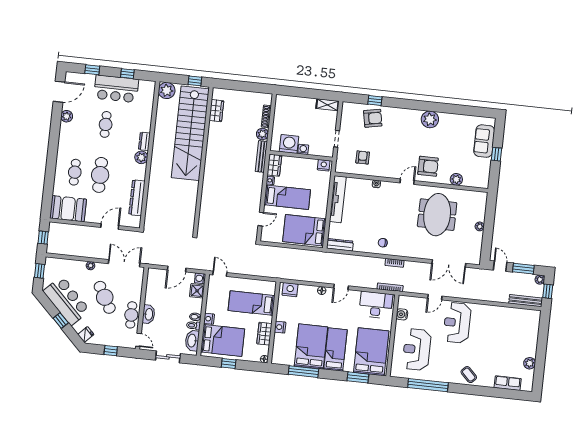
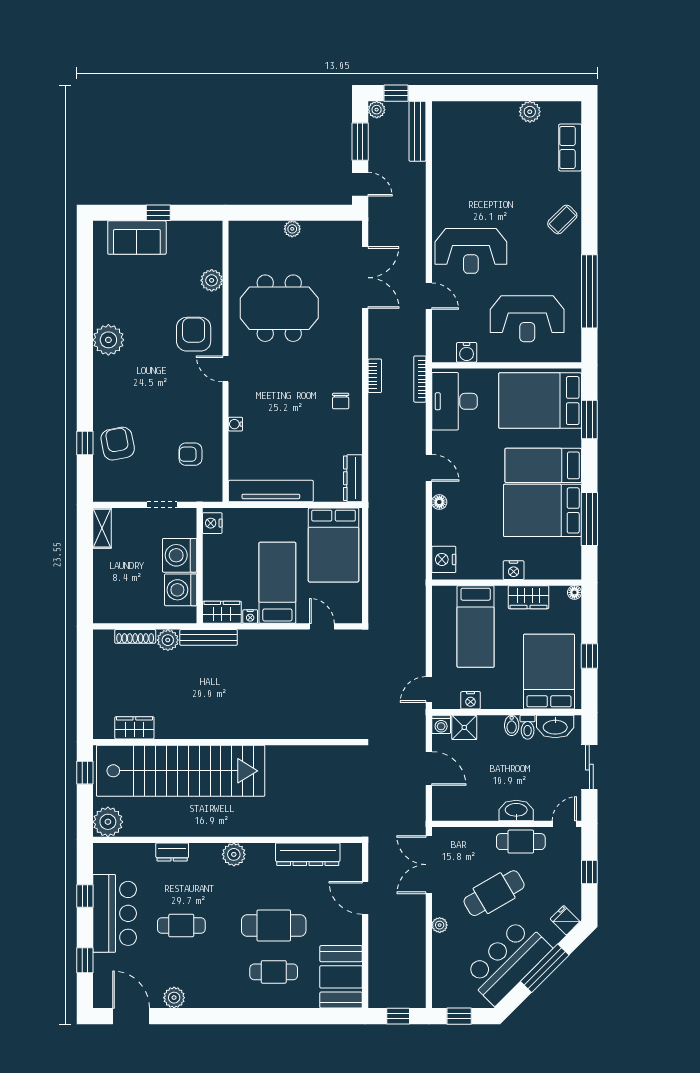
dresser: (144, 141) -> (172, 852), moved
washing machine: (303, 149) -> (180, 555), width x1.89, depth x1.89
door: (500, 266) -> (360, 184), swing flipped
nightstand: (209, 319) -> (471, 700), moved
window: (61, 320) -> (545, 968), width x2.17

